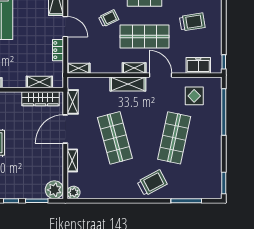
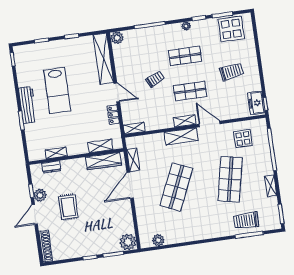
shop shelf: (145, 37) -> (190, 91), width x0.70, depth x0.74
freezer: (198, 65) -> (256, 103), moved, turned -90
shop shelf: (115, 138) -> (176, 187), turned 39
shelving: (72, 160) -> (271, 186), moved
trolley: (152, 183) -> (246, 220), moved, turned -152
plant: (74, 192) -> (158, 240), moved

